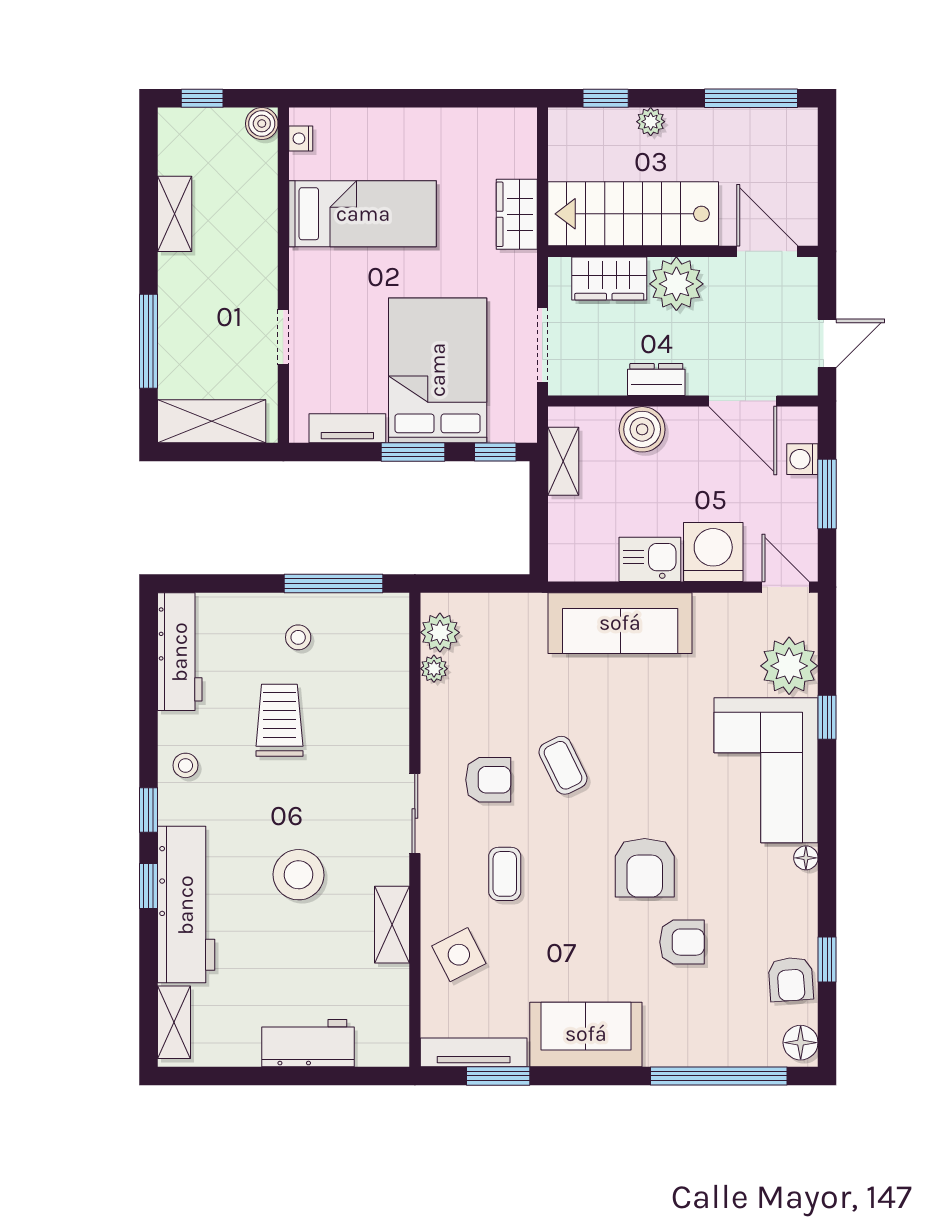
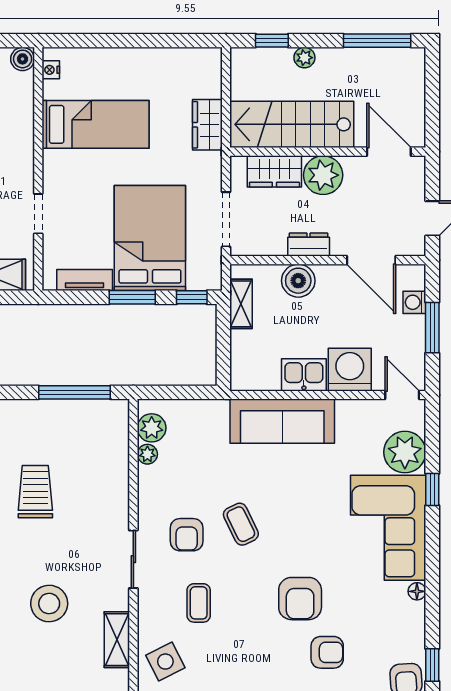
stool: (298, 637) -> (49, 431), removed
armchair: (488, 780) -> (187, 535), turned 90

